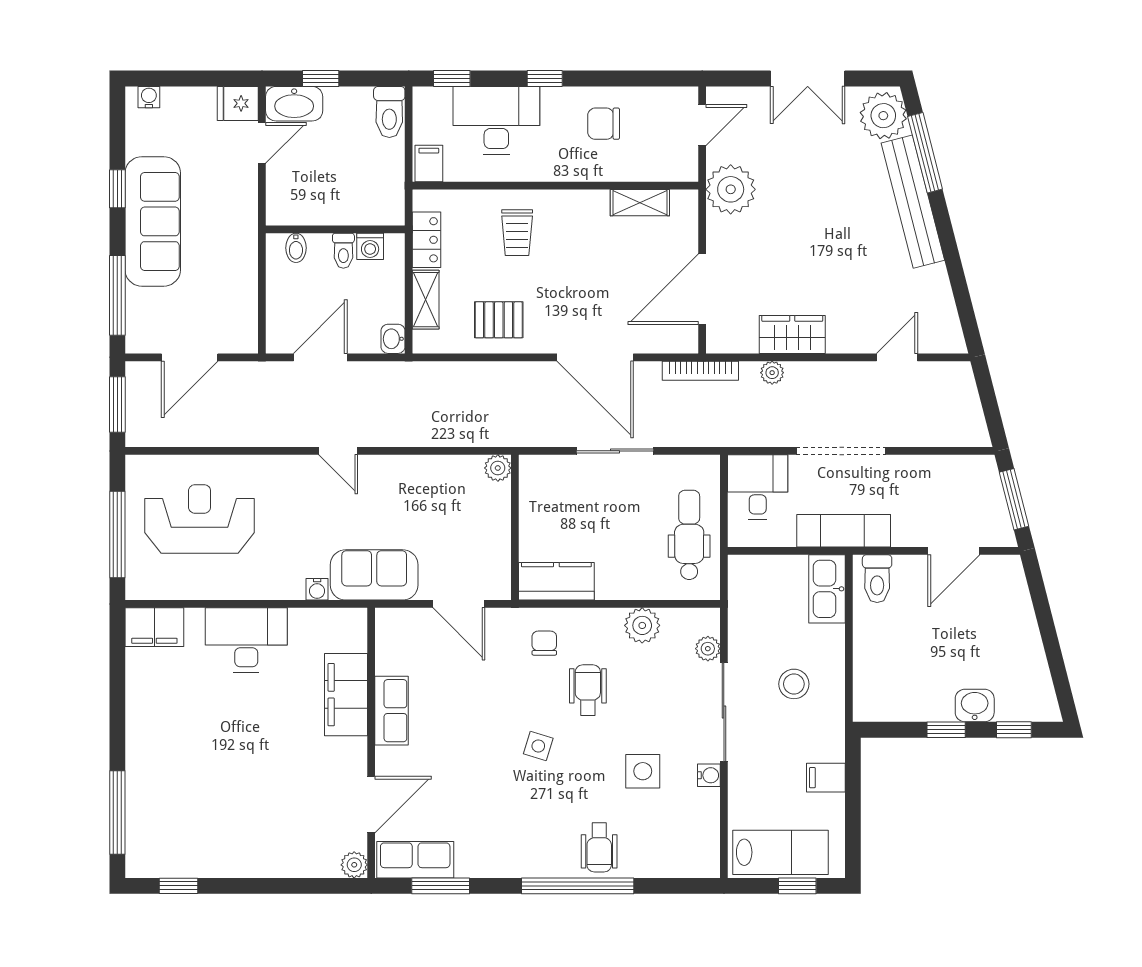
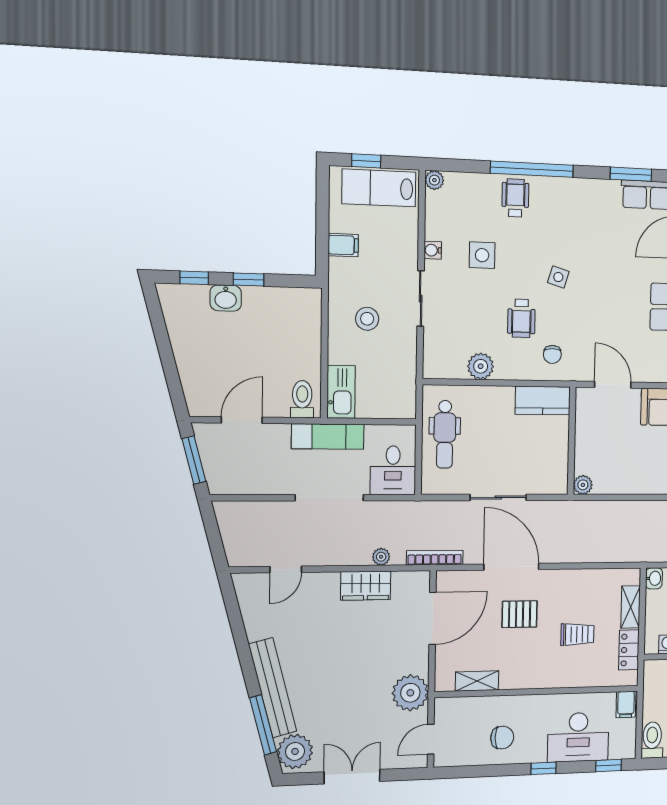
trolley: (517, 233) -> (577, 634), moved, turned 90
pallet: (499, 320) -> (520, 614), moved
plant: (708, 649) -> (434, 180), moved
sliding door: (724, 712) -> (421, 299), width x0.73

